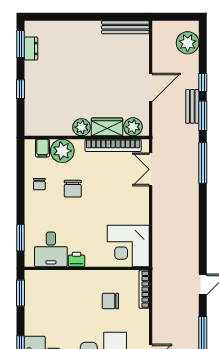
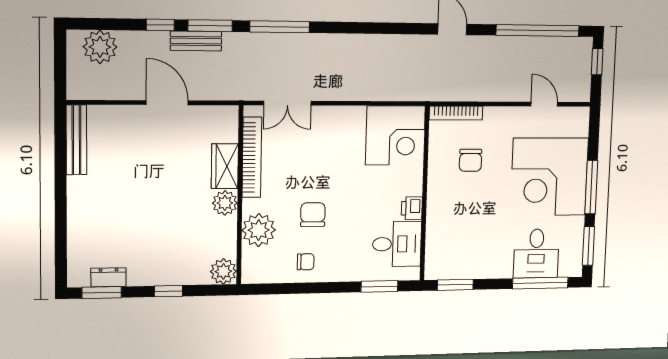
plant: (133, 127) -> (223, 271), moved
filing cabinet: (42, 148) -> (254, 258), removed
chair: (73, 189) -> (313, 215), turned -90

